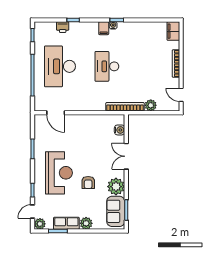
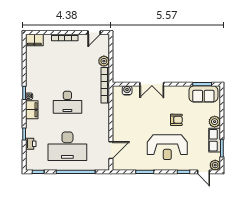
filing cabinet: (104, 28) -> (32, 110), width x2.00
reception desk: (59, 173) -> (167, 147), turned 180
plant: (116, 187) -> (180, 94), removed

